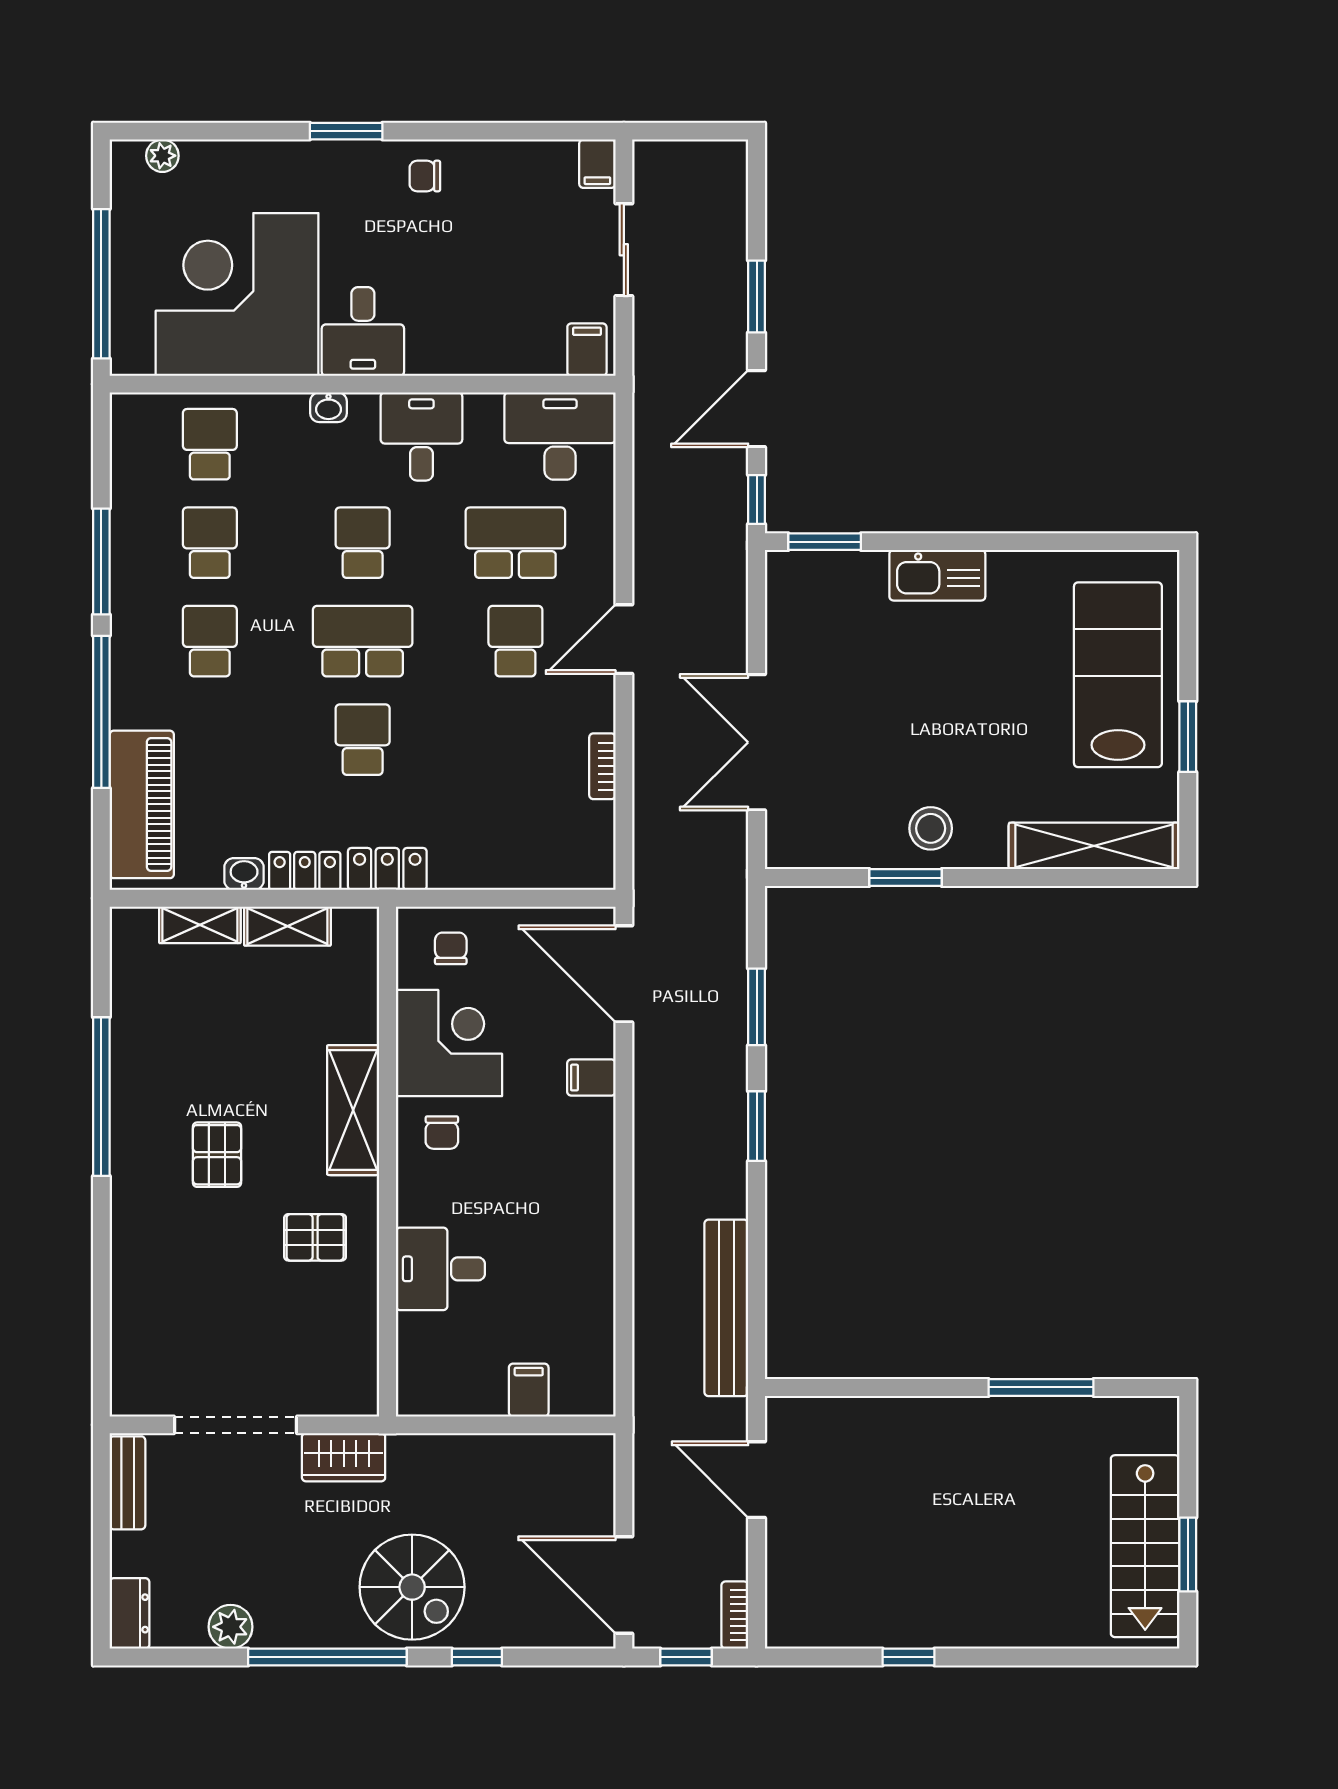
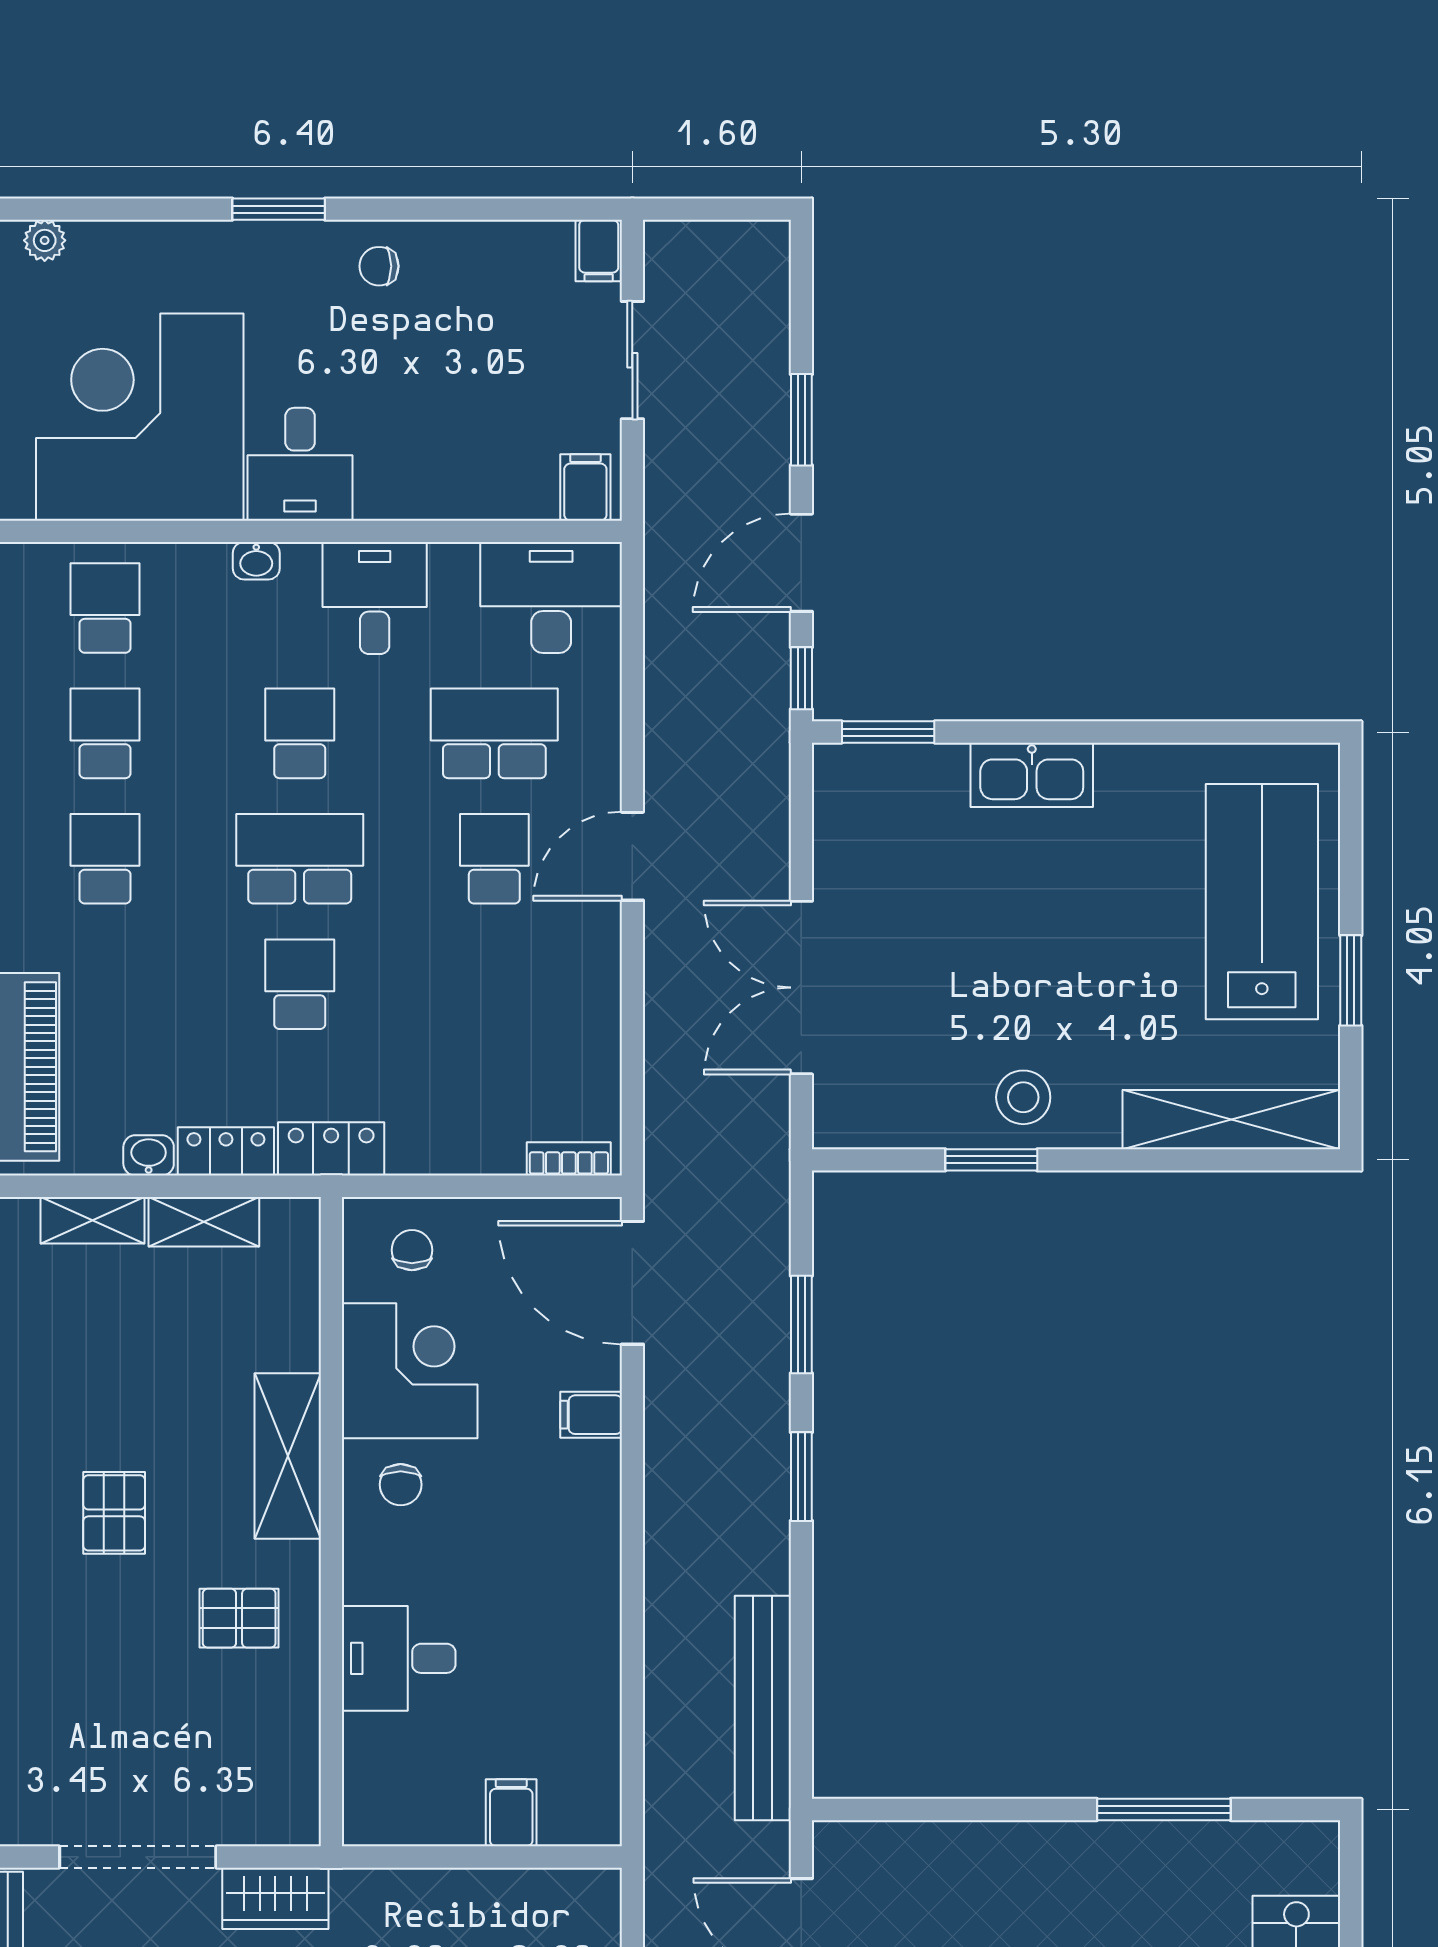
bookcase: (602, 766) -> (569, 1159), moved, turned 90

